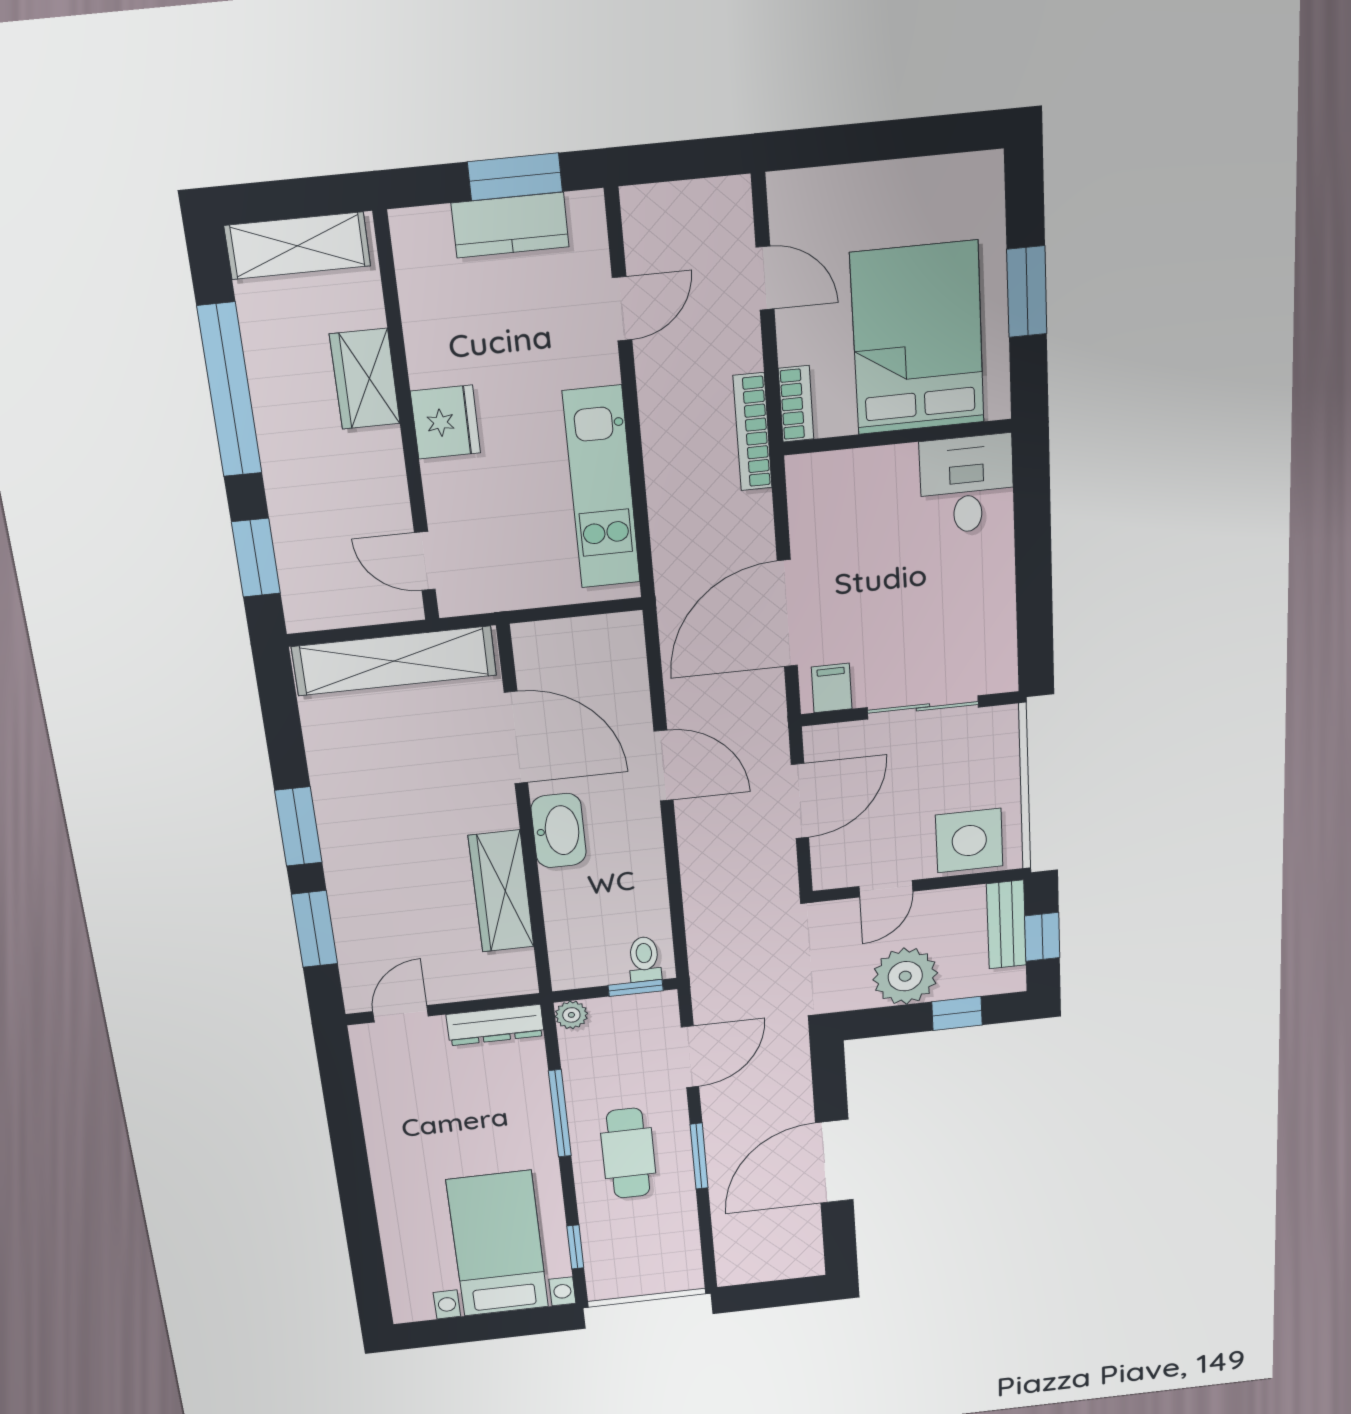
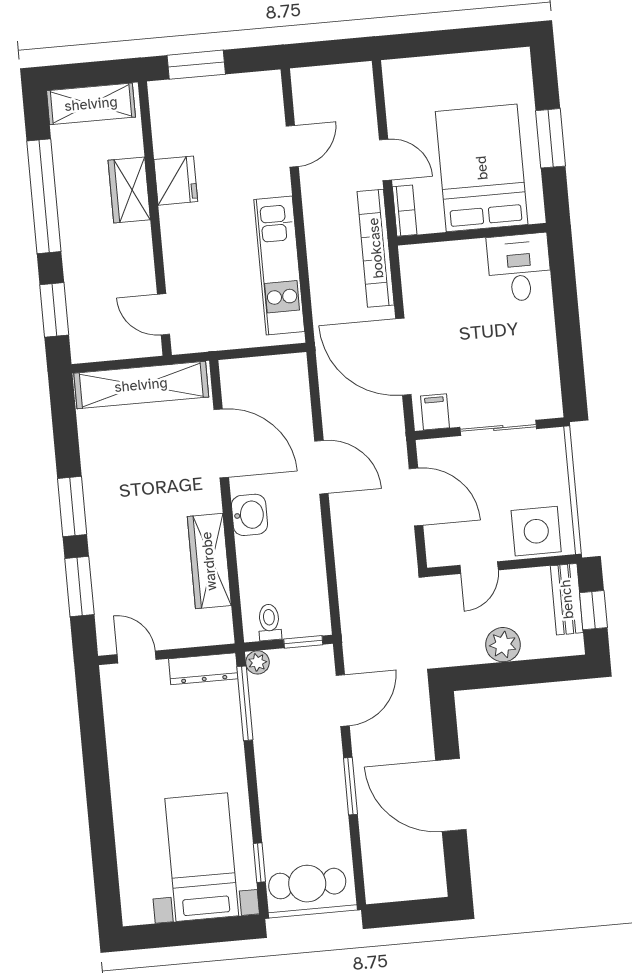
window: (515, 177) -> (196, 65), moved
kitchen counter: (510, 225) -> (223, 92), removed
door: (765, 278) -> (385, 160), moved
fridge: (445, 422) -> (176, 181), moved
bookcase: (753, 432) -> (376, 248), width x1.48, depth x1.31
door: (787, 613) -> (403, 357), hinge flipped
door: (800, 801) -> (416, 497), hinge flipped
washbasin: (559, 831) -> (249, 515), width x0.72
toilet: (644, 959) -> (269, 622), moved
plant: (905, 976) -> (503, 645), width x0.73, depth x0.73
window: (957, 1013) -> (535, 671), removed
door: (401, 1014) -> (137, 657), hinge flipped
window: (560, 1113) -> (245, 703), moved
cafe table: (628, 1153) -> (307, 884), moved, turned 90
door: (834, 1161) -> (451, 795), hinge flipped

